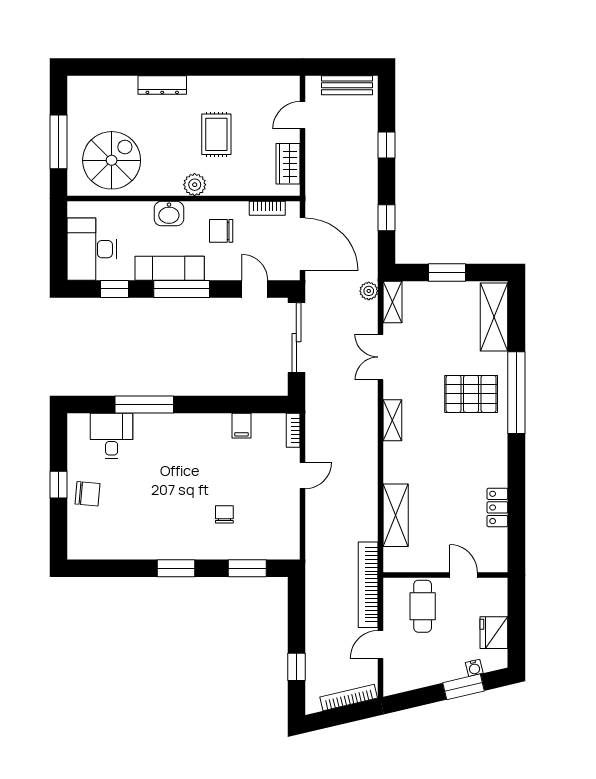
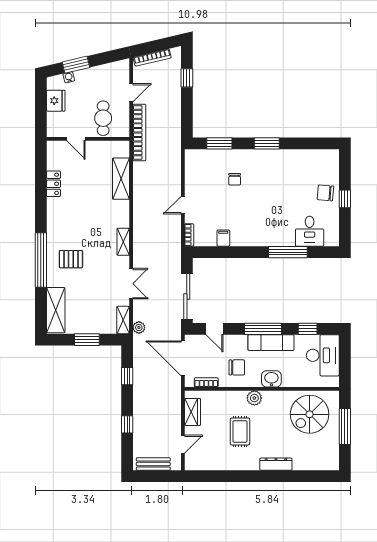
pallet: (471, 394) -> (71, 259), width x0.67, depth x0.71

